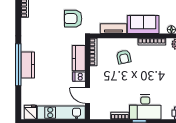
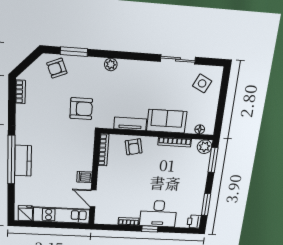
armchair: (73, 19) -> (81, 109), turned 180
armchair: (124, 57) -> (134, 147), moved
kitchen counter: (79, 58) -> (86, 156), removed

